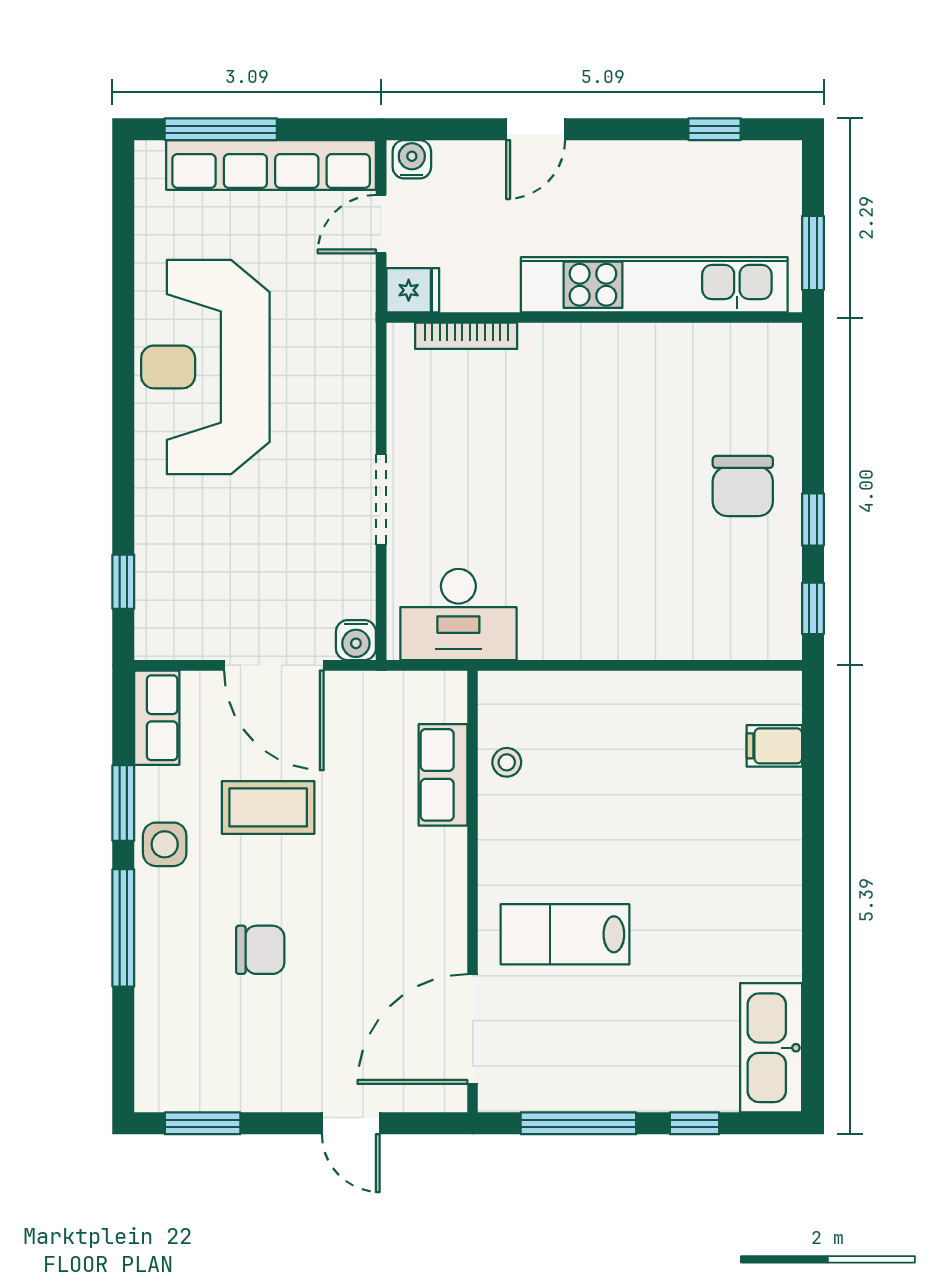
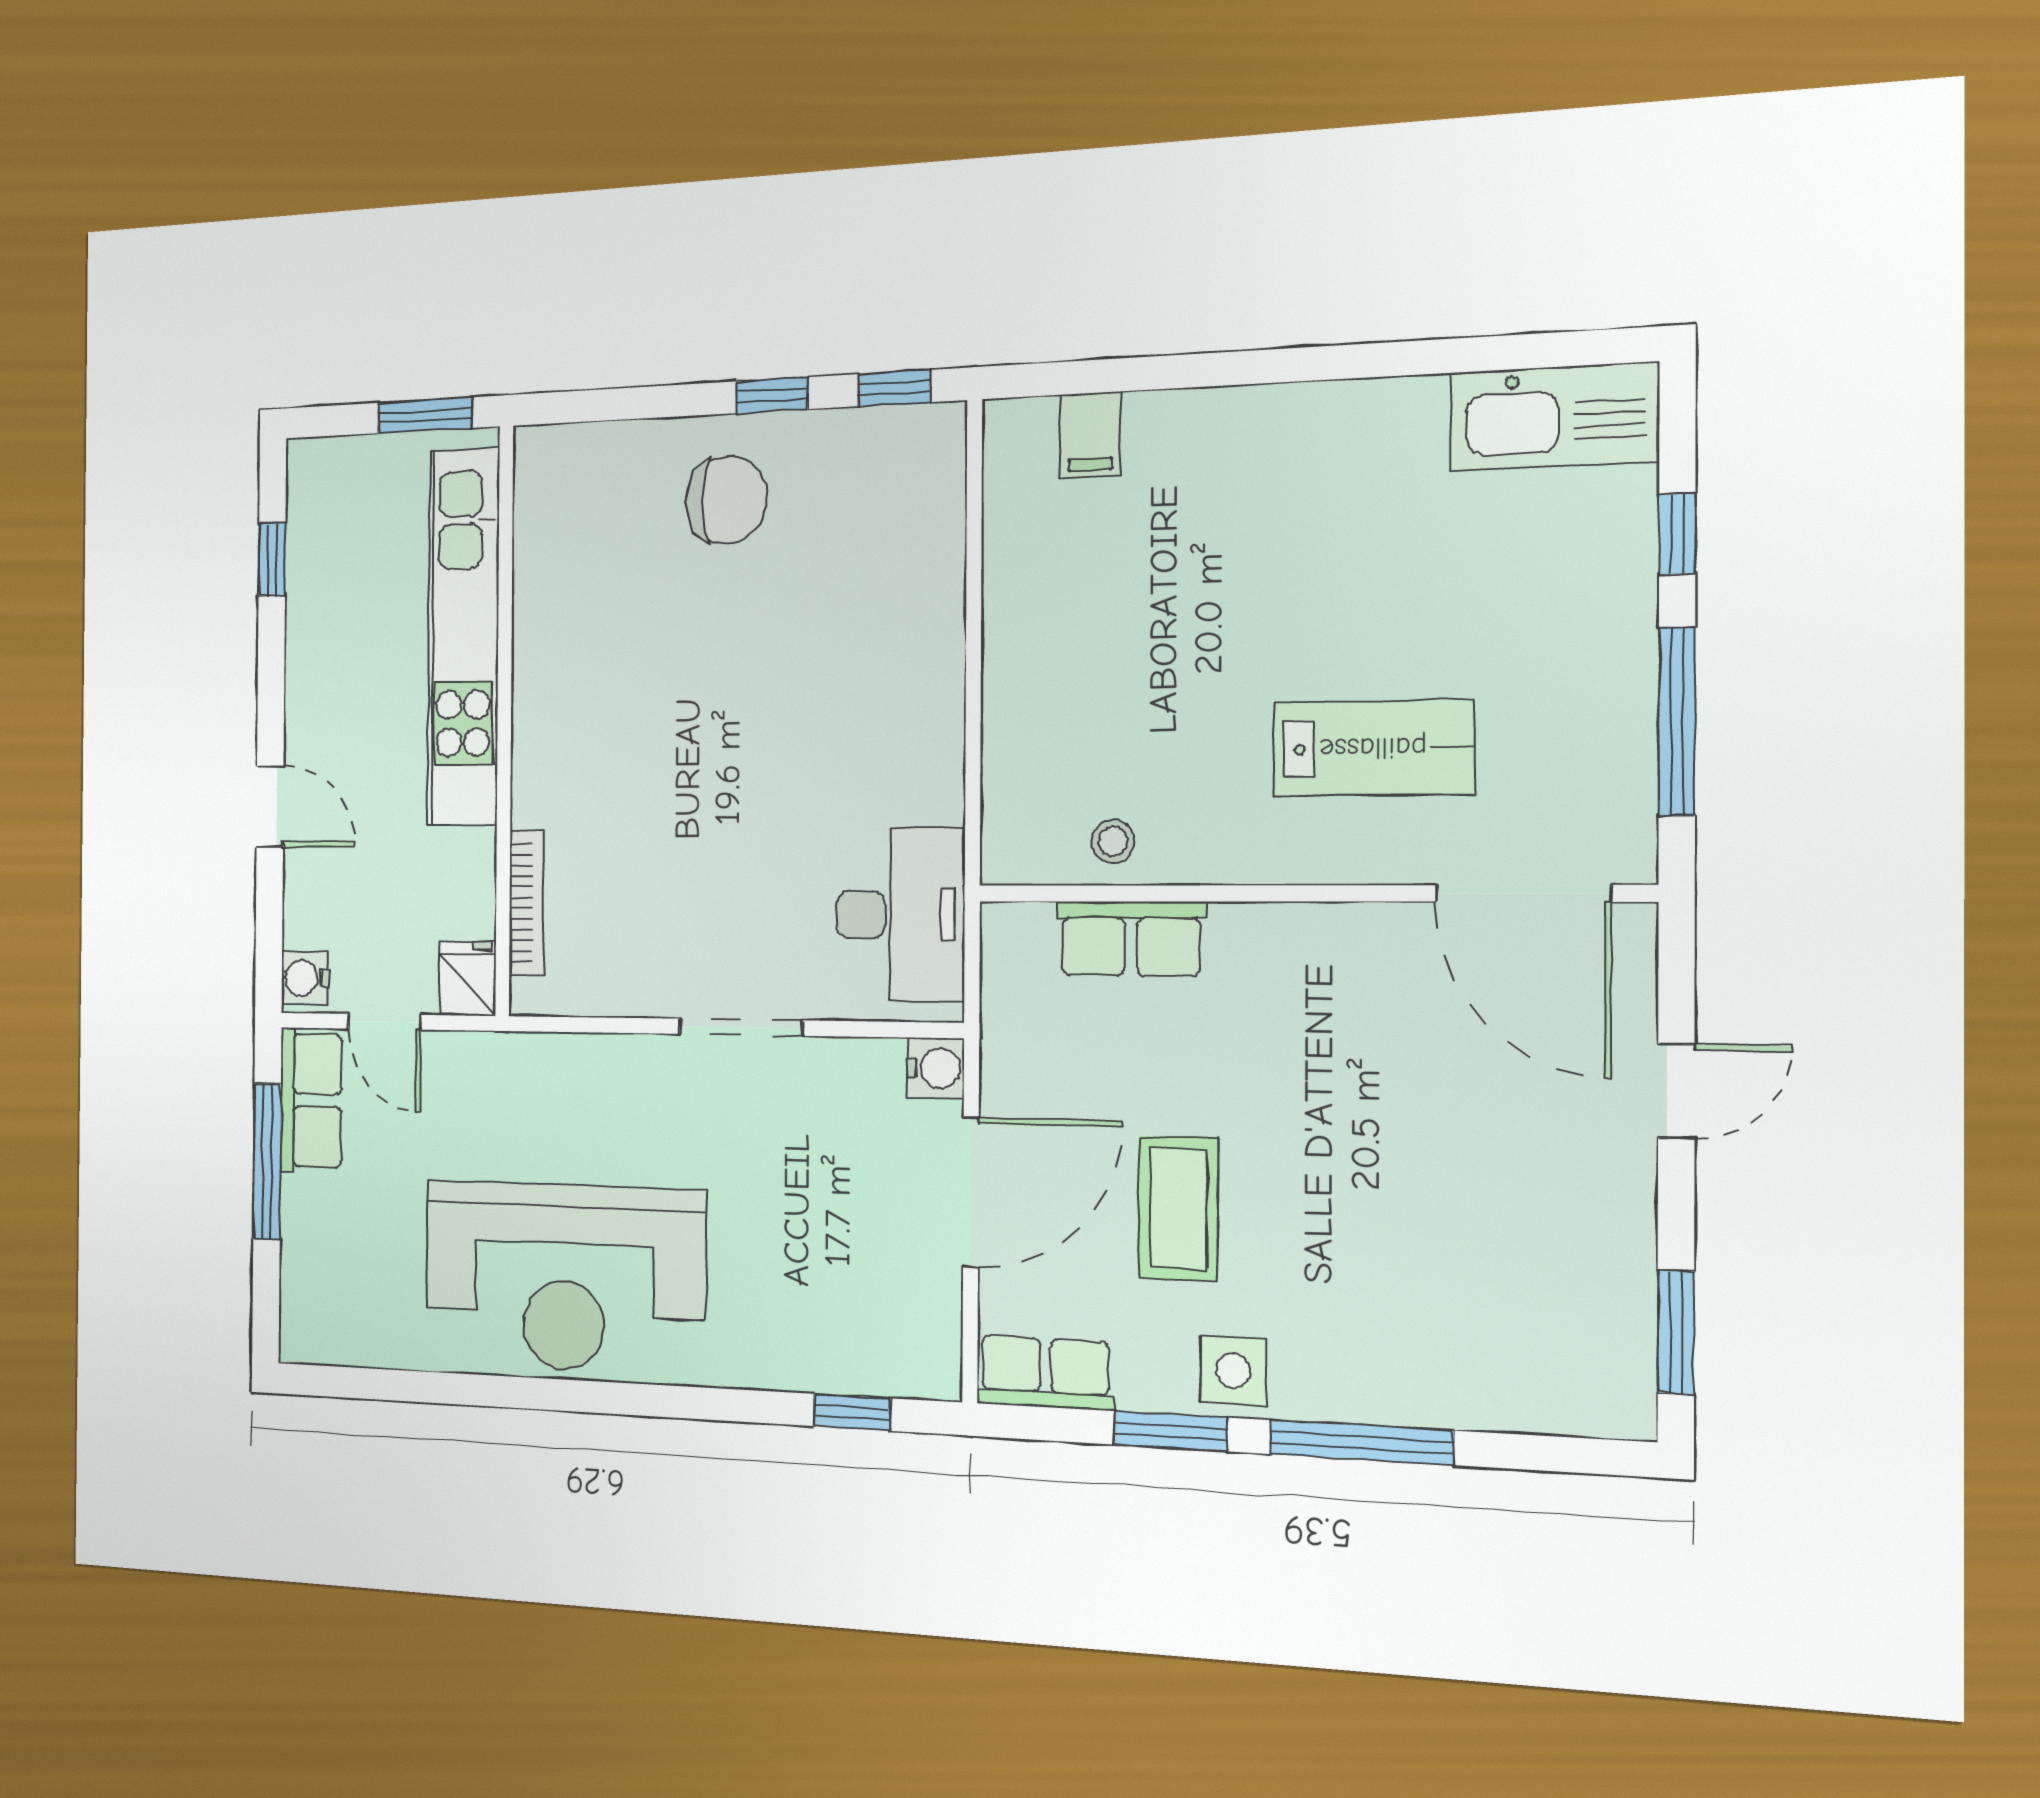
window: (221, 129) -> (267, 1161), moved
row of seats: (271, 165) -> (311, 1100), width x0.50
lab bench: (565, 934) -> (1373, 748), turned -90
chair: (260, 950) -> (1396, 1228), removed

